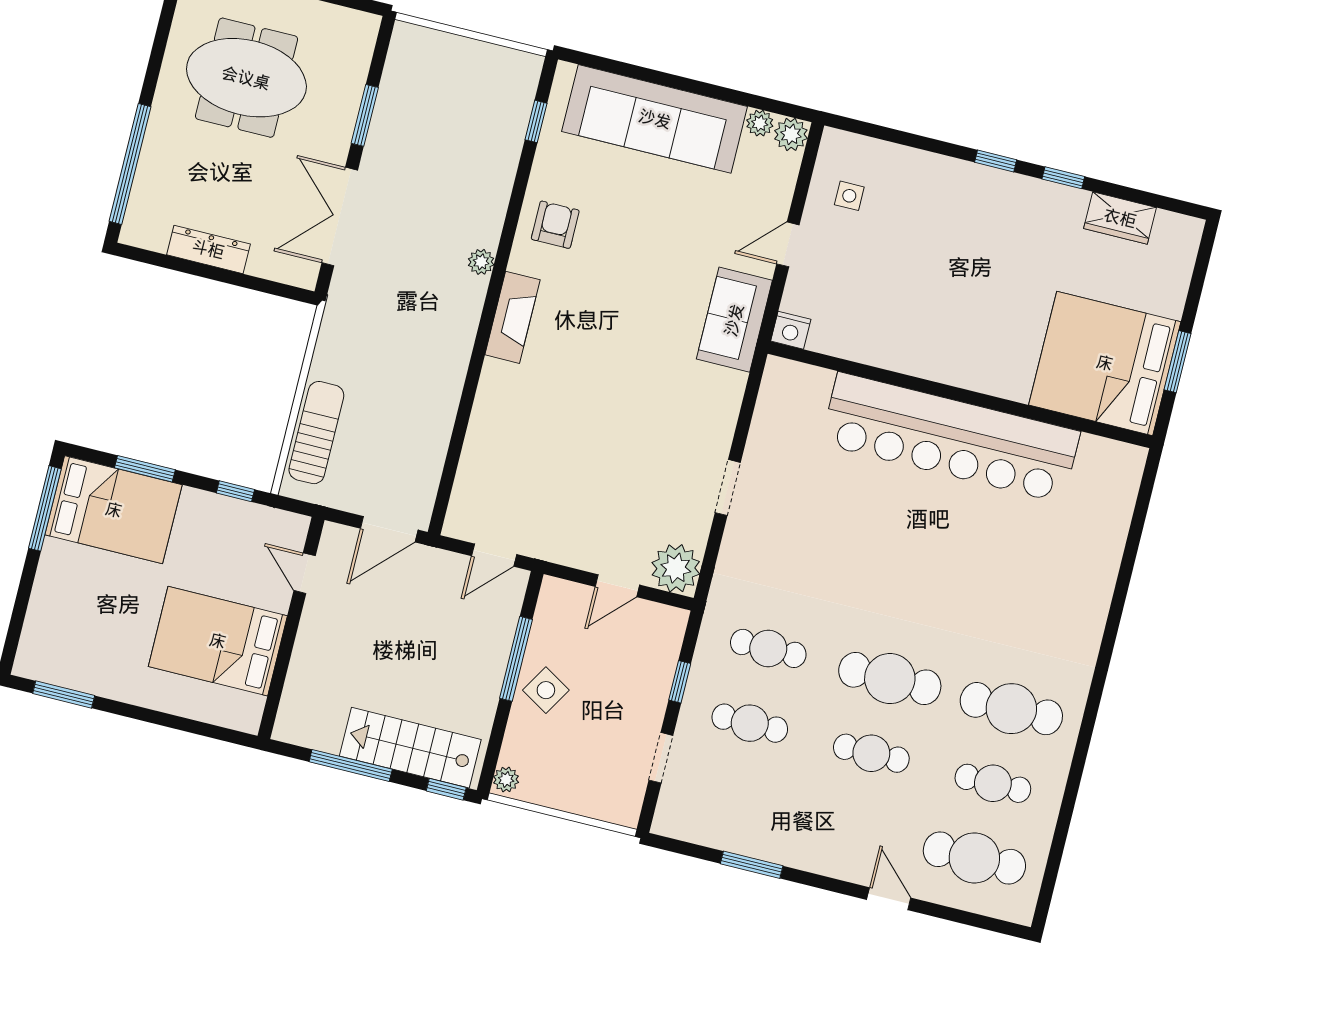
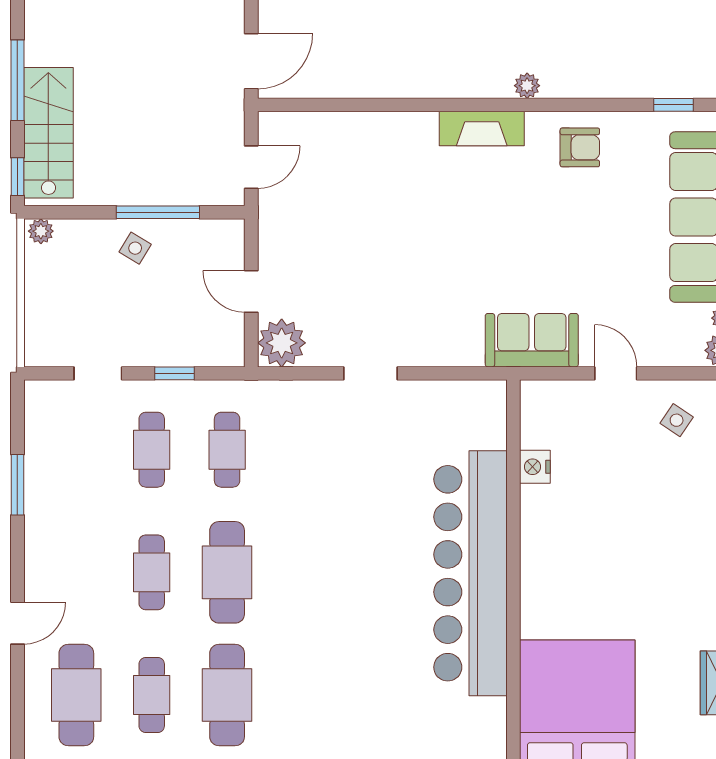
side table: (849, 196) -> (677, 420), turned 34
nightstand: (791, 330) -> (535, 467), moved
door: (389, 529) -> (251, 61), swing flipped
door: (494, 555) -> (251, 167), swing flipped
side table: (546, 690) -> (135, 248), width x0.73, depth x0.73

